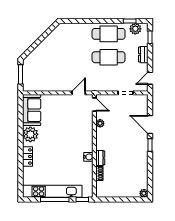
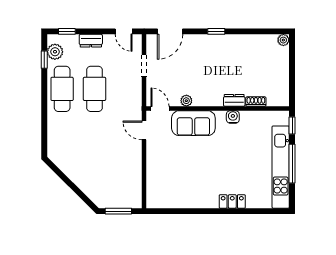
door: (94, 104) -> (160, 109), hinge flipped
sofa: (32, 110) -> (193, 123), moved, turned 180
door: (150, 125) -> (170, 31), moved
plant: (30, 134) -> (201, 198), removed

